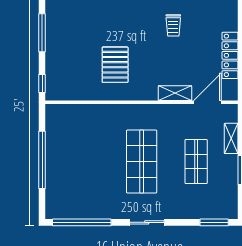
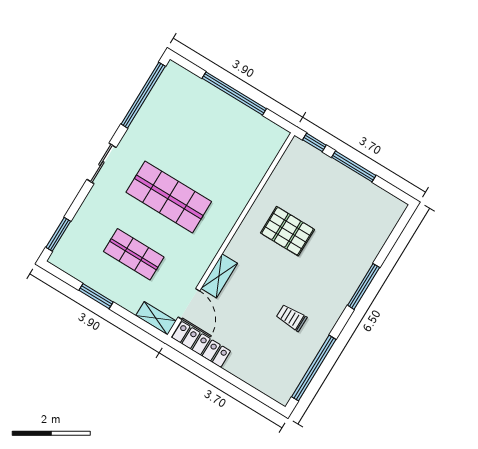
window: (42, 33) -> (354, 166), moved
locker: (230, 55) -> (201, 344), moved
shelving: (231, 138) -> (156, 318), moved

